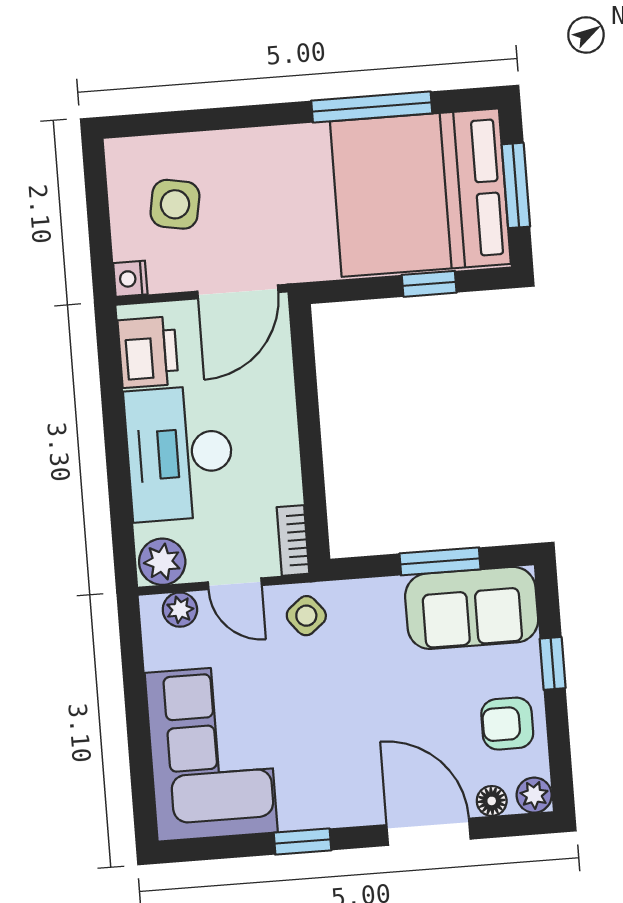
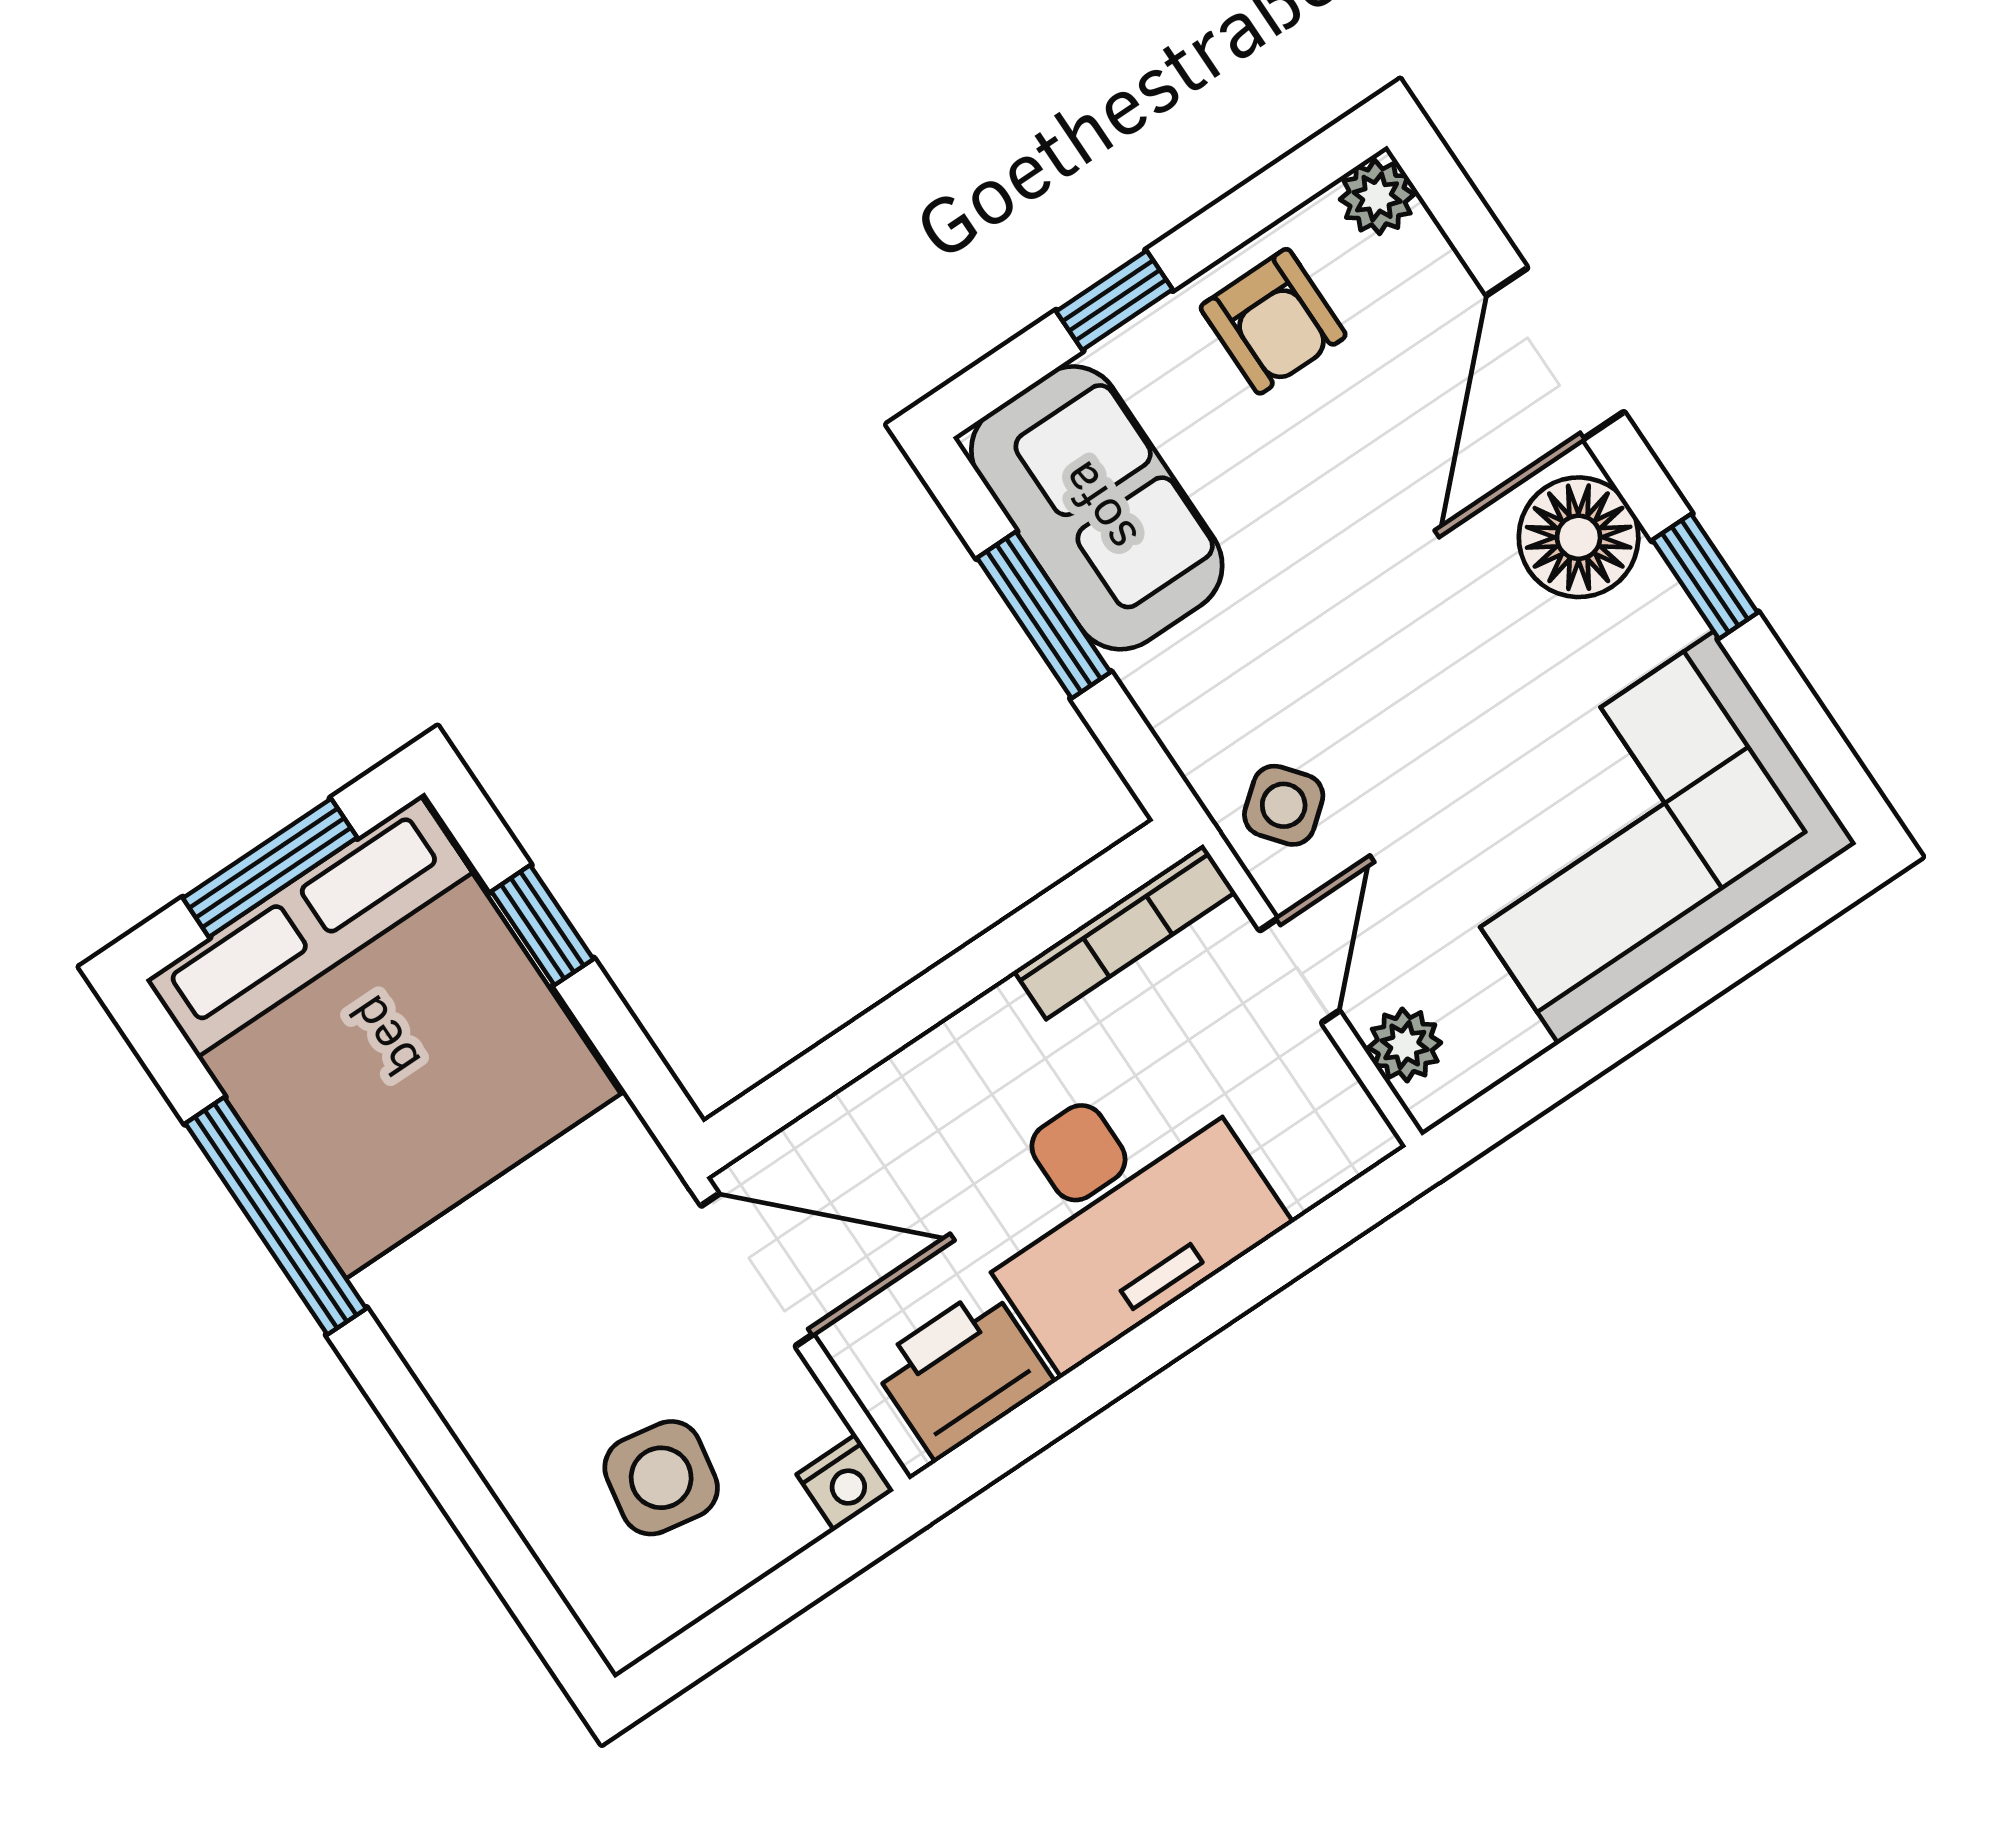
bookcase: (293, 540) -> (1125, 932), width x1.56
plant: (162, 562) -> (1335, 1128), removed
floor lamp: (492, 801) -> (1579, 537), moved, width x1.89, depth x1.89

